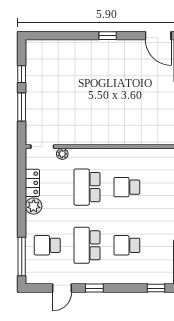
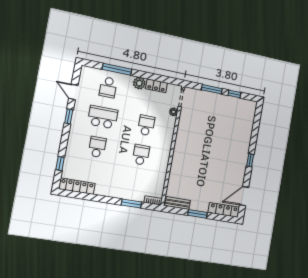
school desk: (87, 187) -> (146, 125), width x0.54
school desk: (47, 245) -> (108, 87), turned 180
window: (22, 256) -> (117, 69), moved

